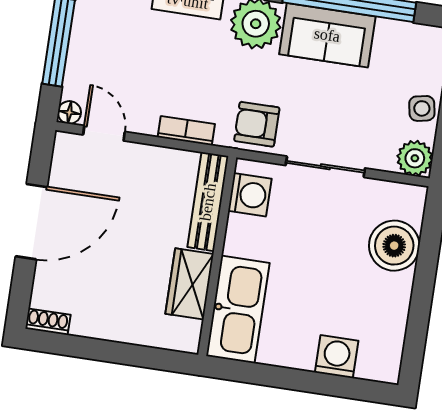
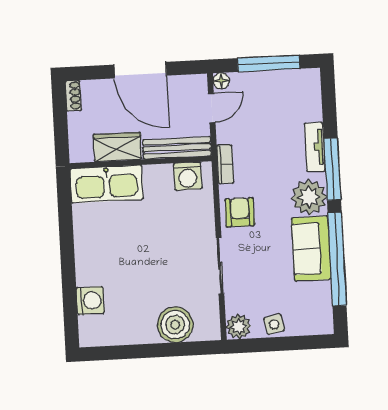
washing machine: (250, 195) -> (188, 176), moved
bench: (208, 202) -> (177, 148), moved
wall: (217, 256) -> (141, 162), moved
wardrobe: (189, 284) -> (117, 147), moved
kitchen sink: (238, 309) -> (107, 184), moved

